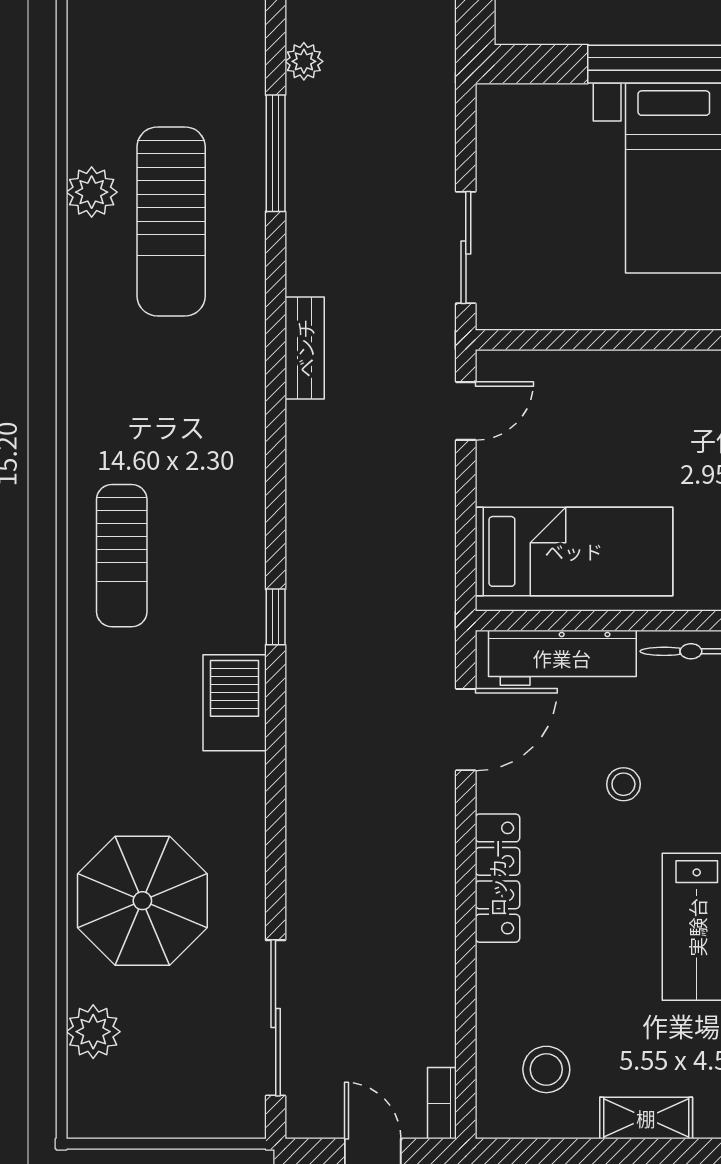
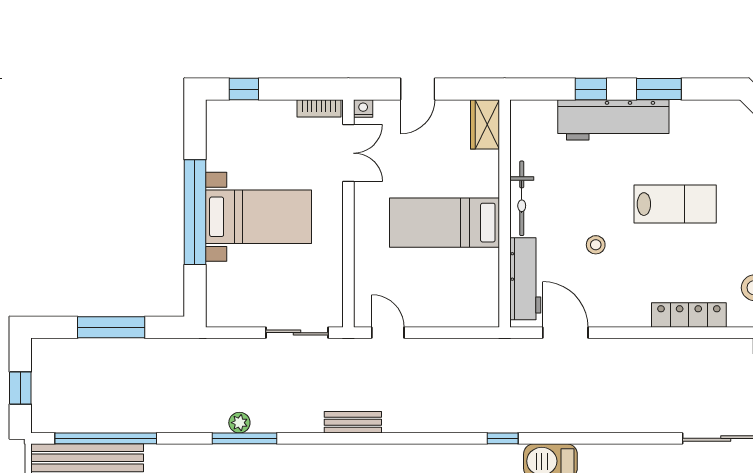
plant: (304, 61) -> (239, 423), moved
bed: (574, 551) -> (444, 223), moved, turned -90
locker: (497, 878) -> (689, 315), moved

